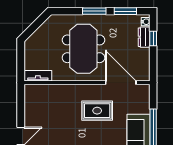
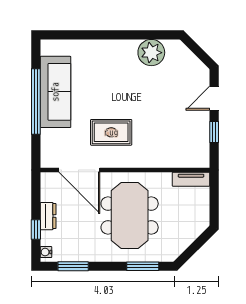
window: (94, 11) -> (143, 266), moved
dresser: (144, 37) -> (48, 216), moved
window: (21, 111) -> (214, 132), added

